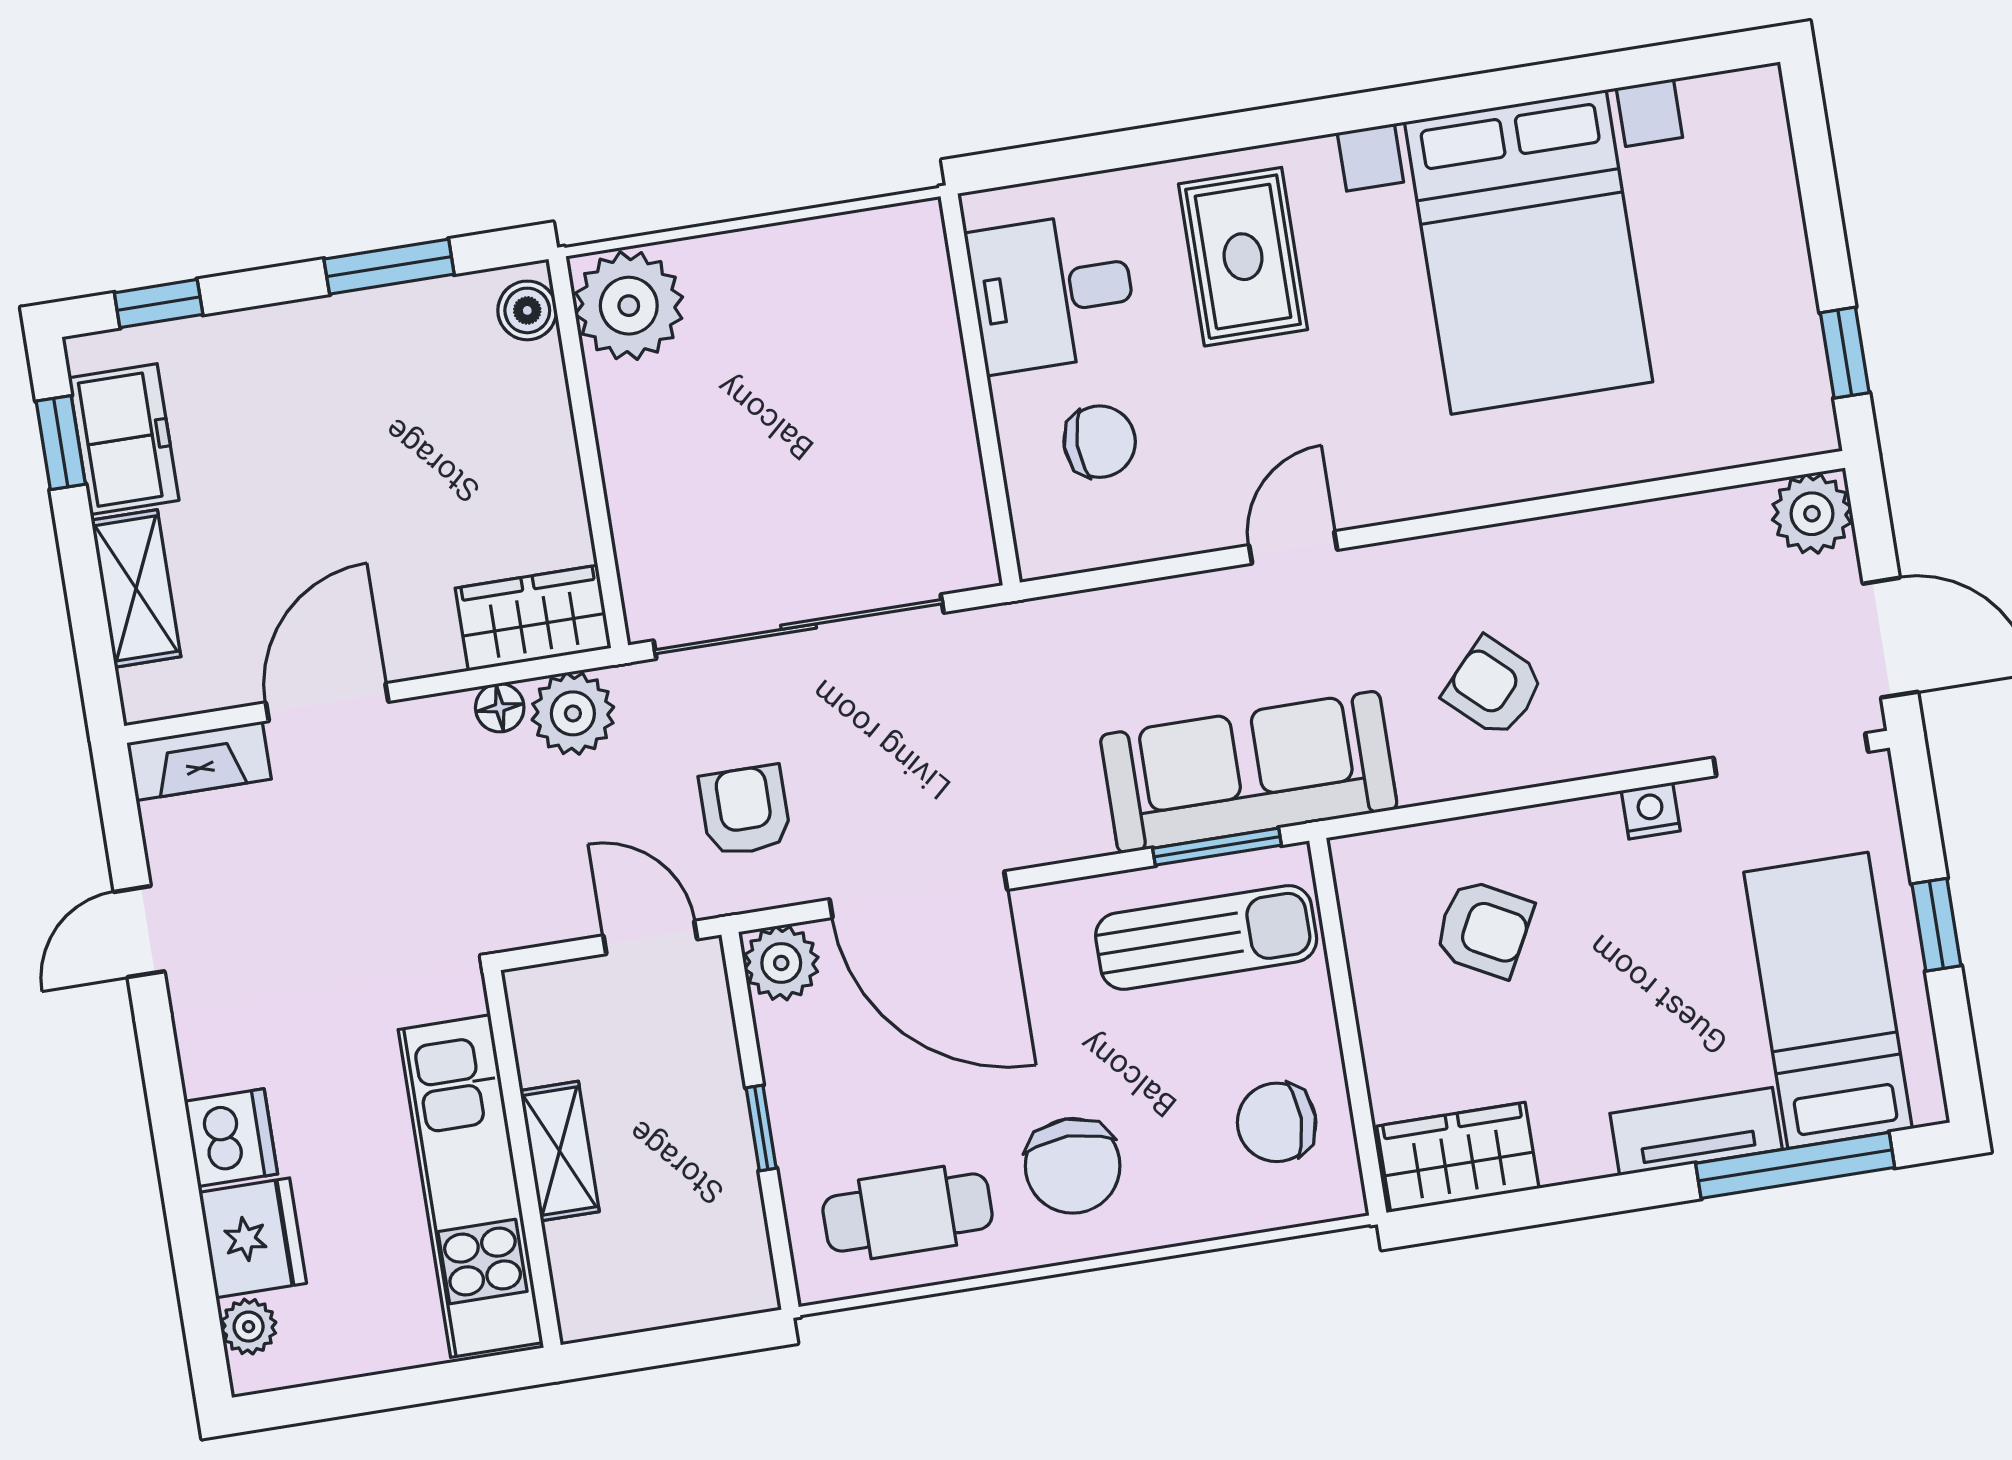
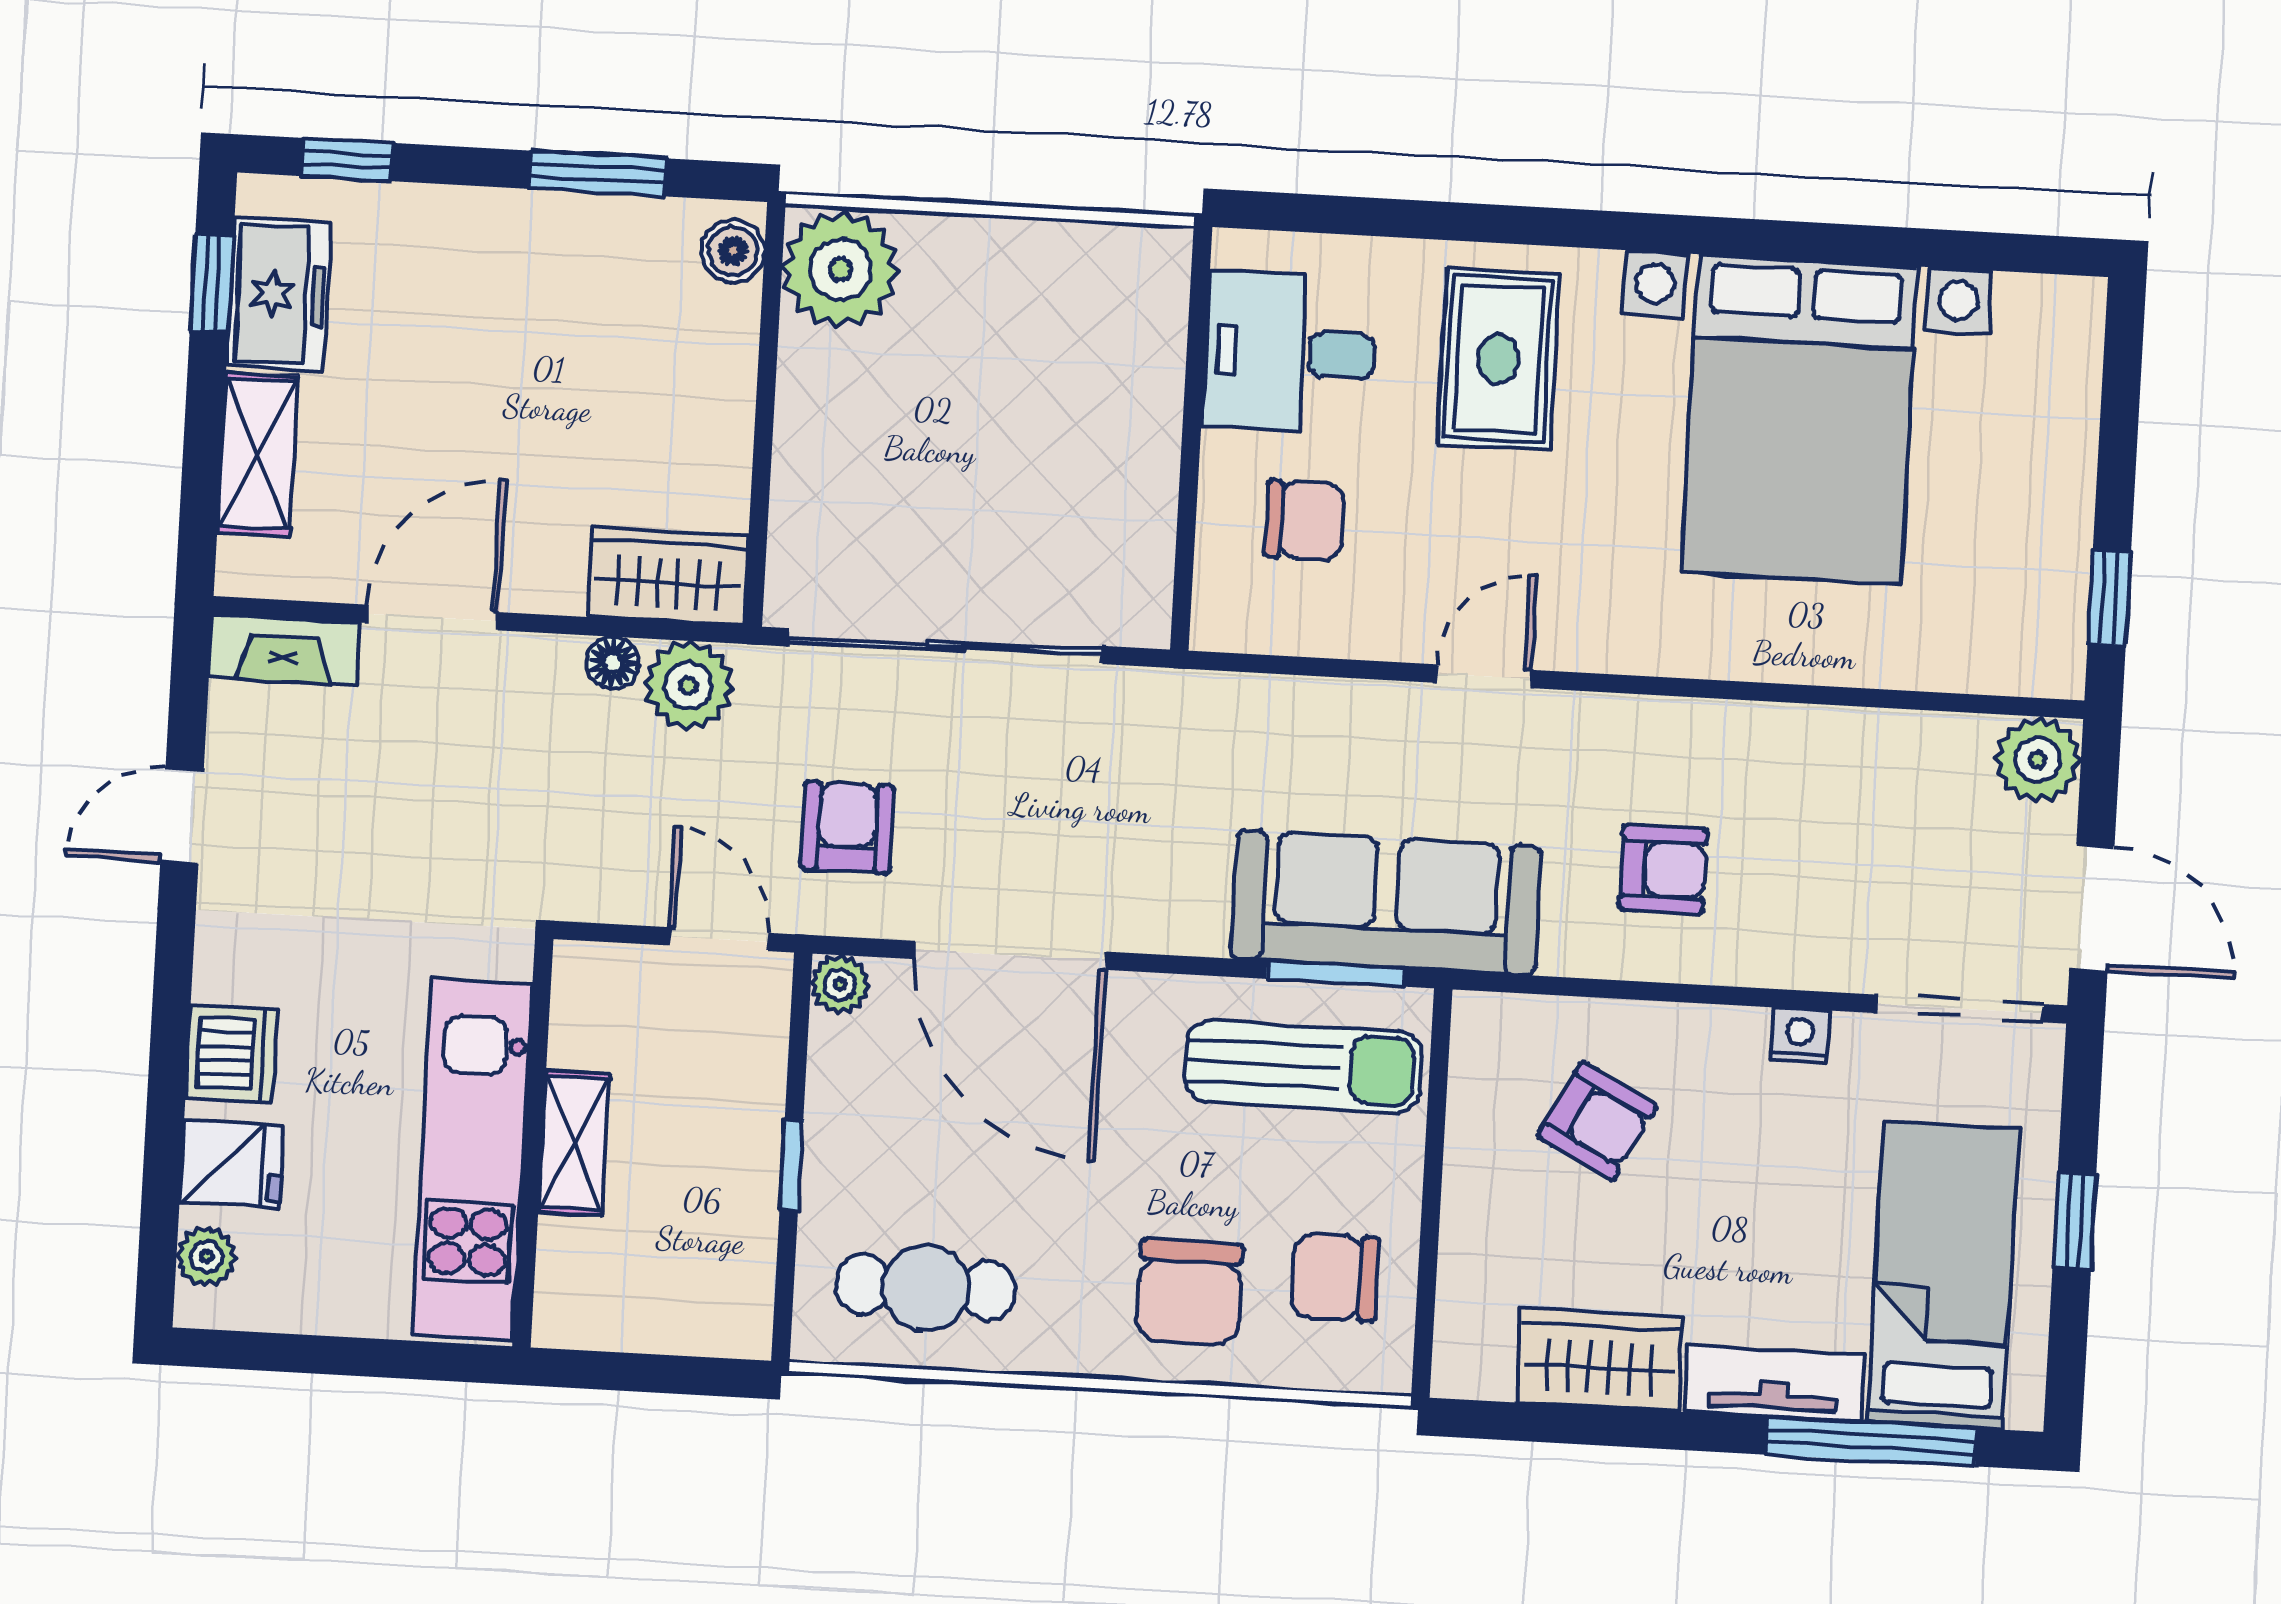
armchair: (1494, 687) -> (1663, 869), turned 137
plant: (781, 963) -> (840, 984), width x0.73, depth x0.73
wardrobe: (1458, 1157) -> (1599, 1360), moved
chair: (1073, 1166) -> (1189, 1292), moved
fridge: (253, 1238) -> (231, 1164), width x0.72

